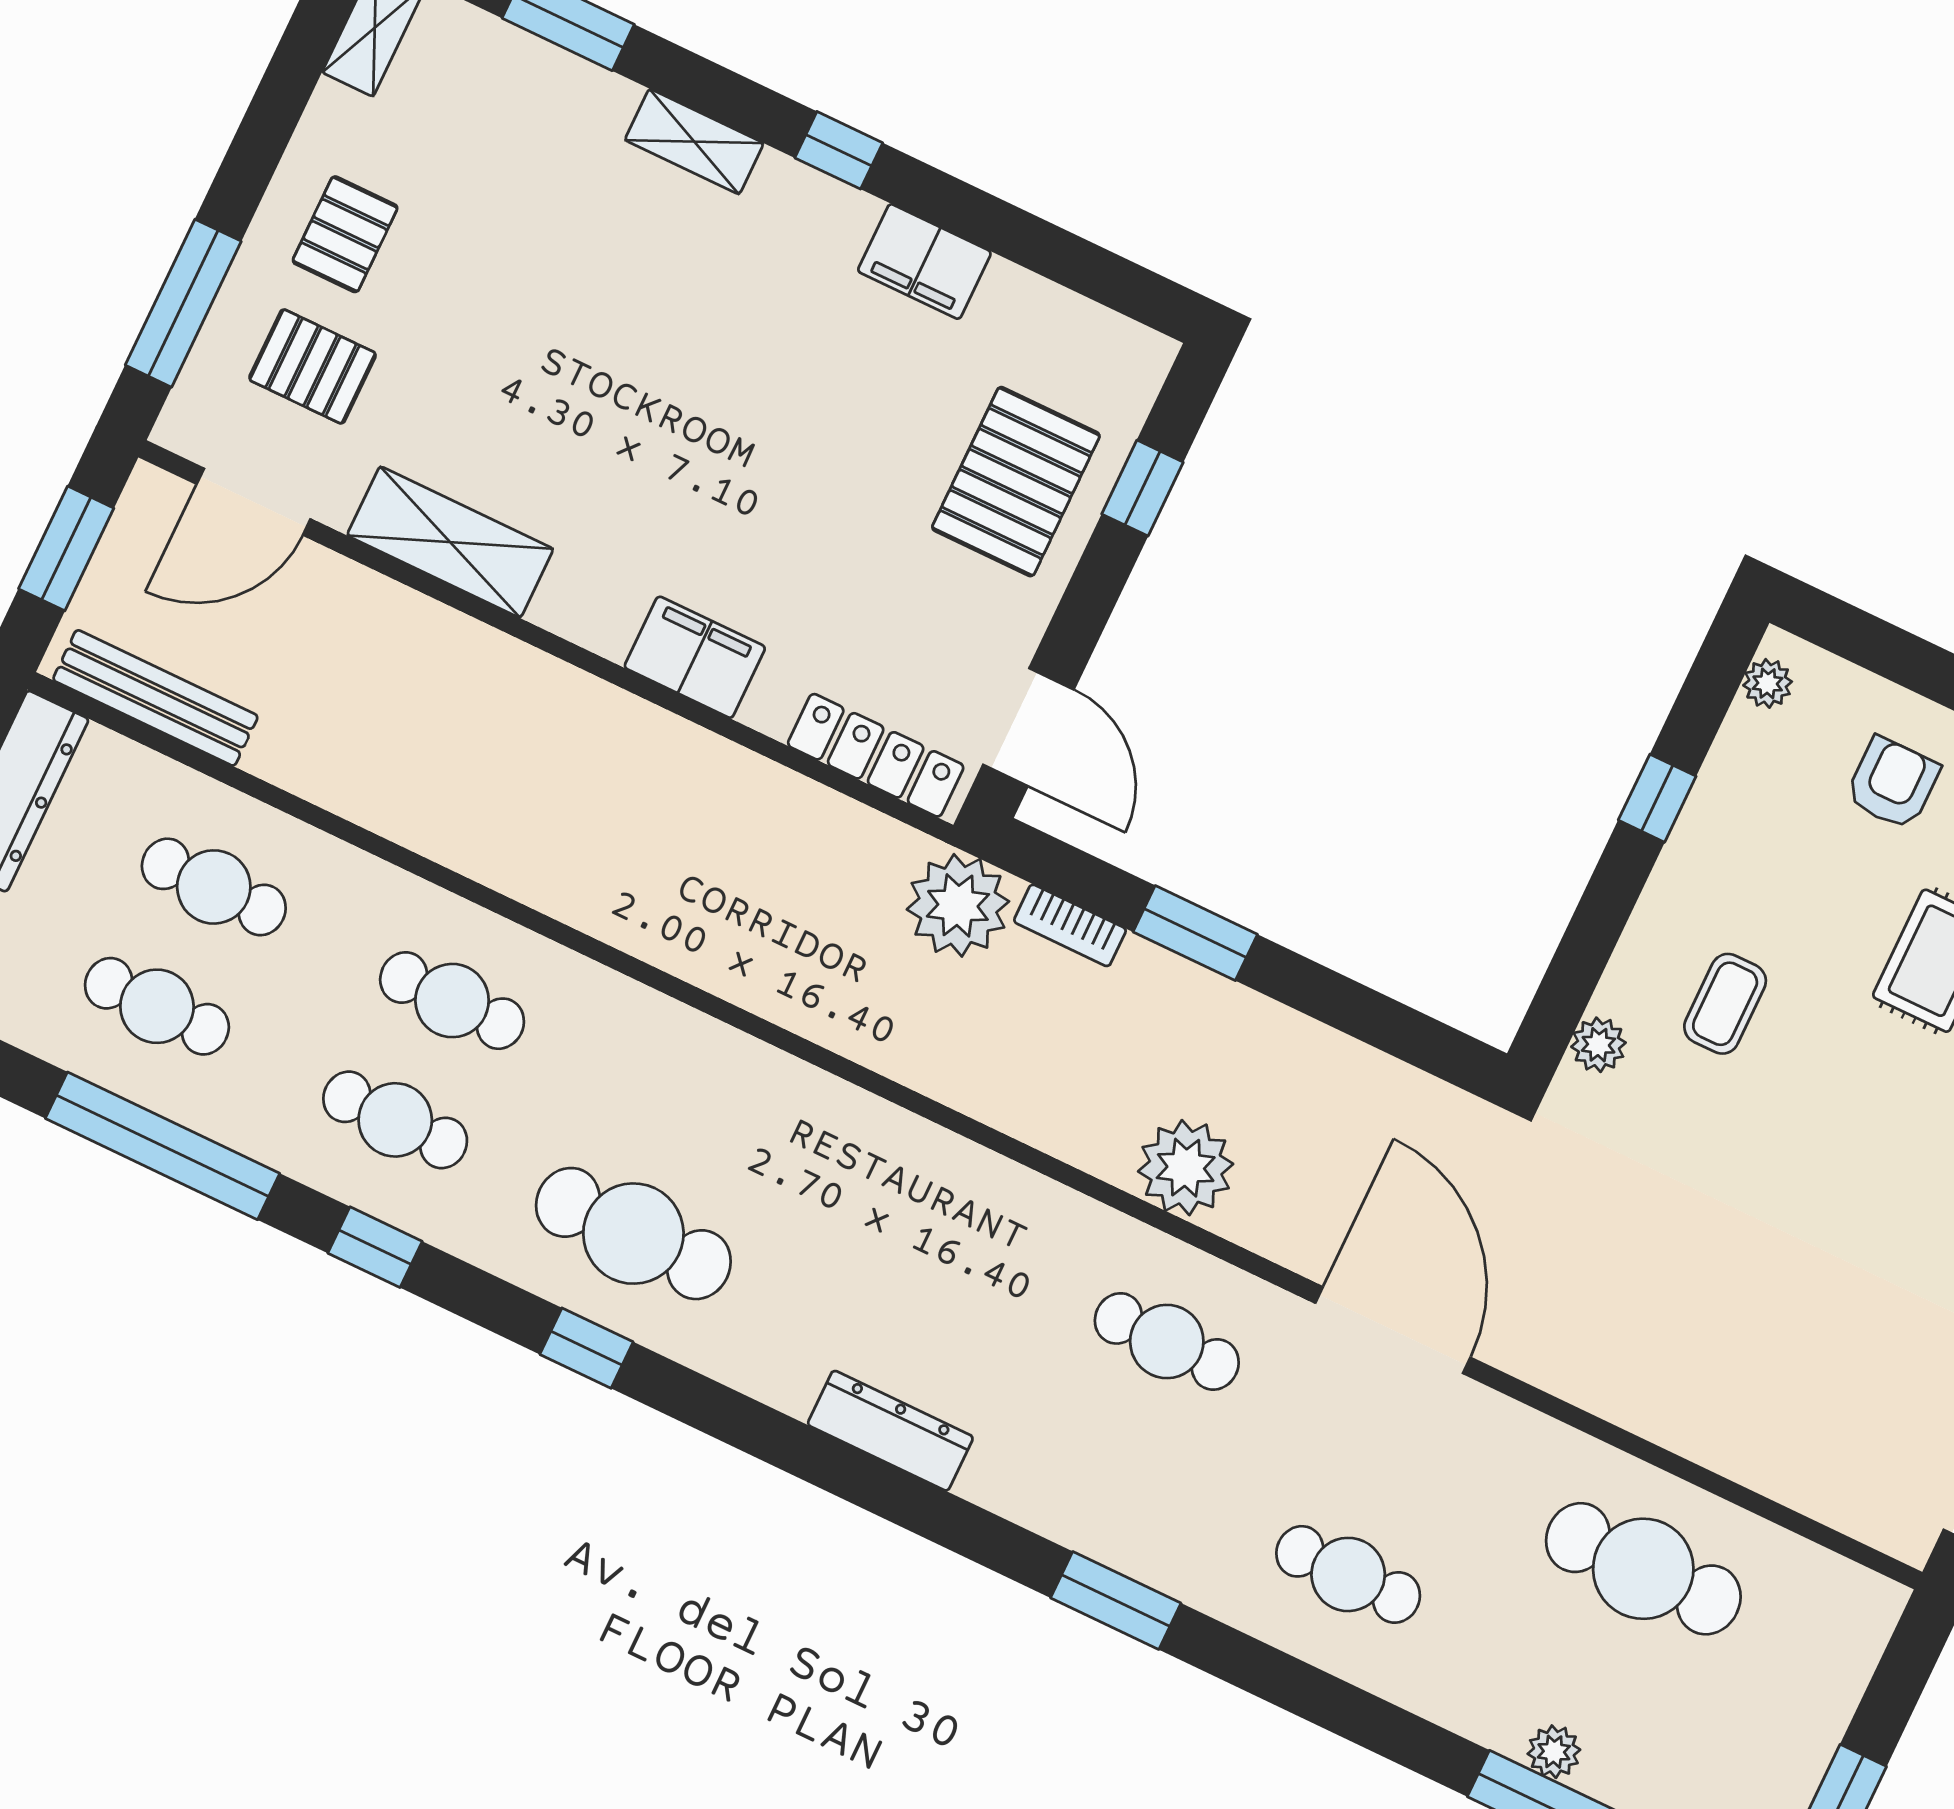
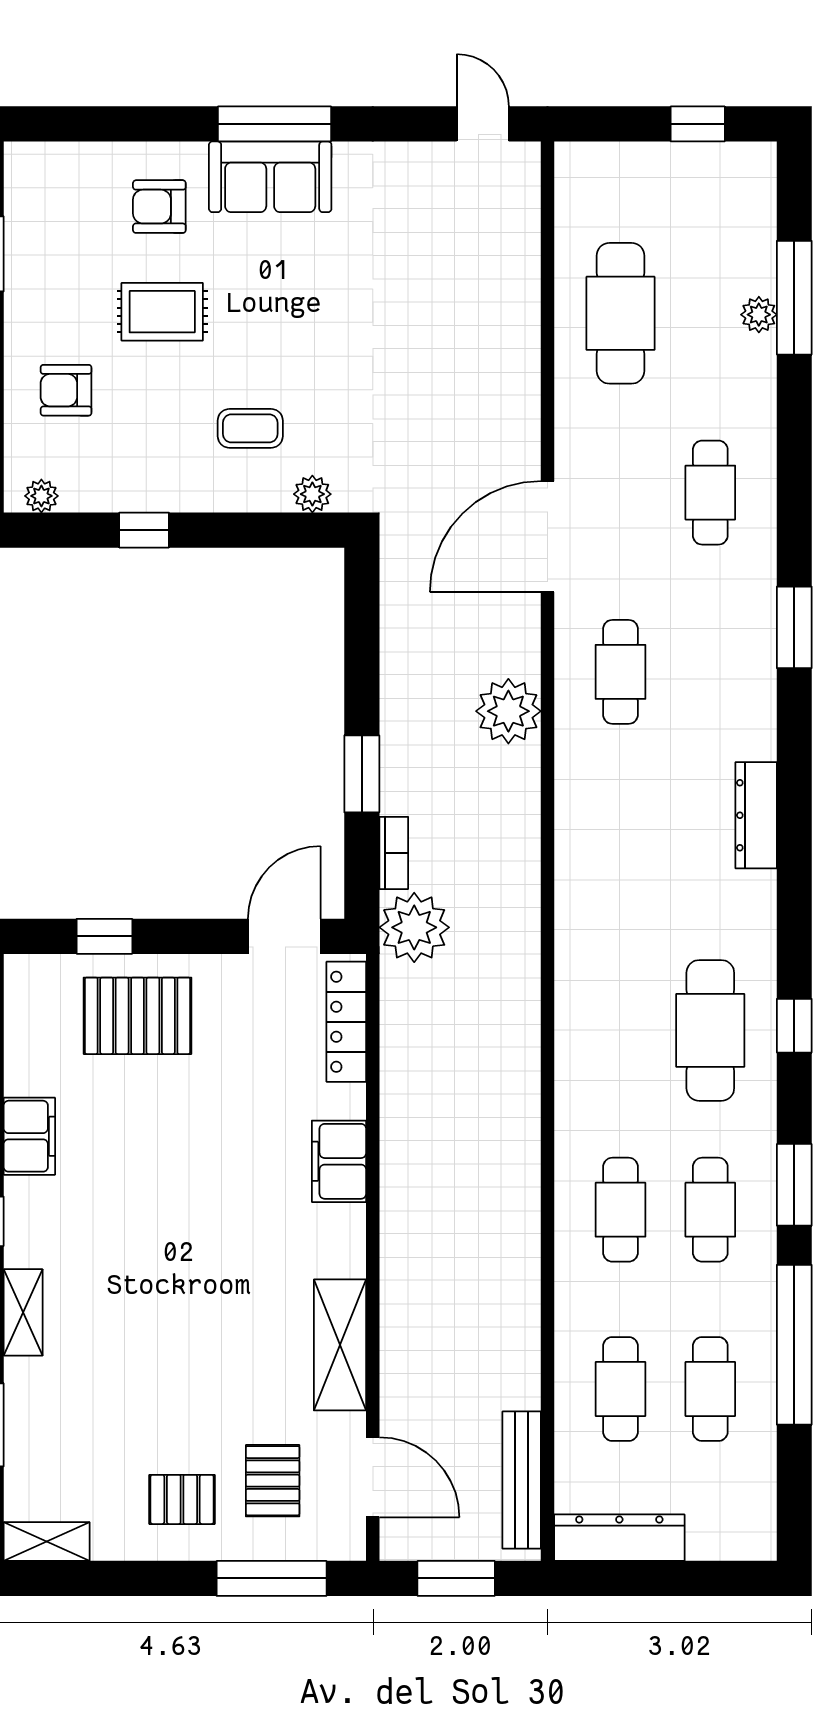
window: (375, 1247) -> (794, 1185), width x1.50

